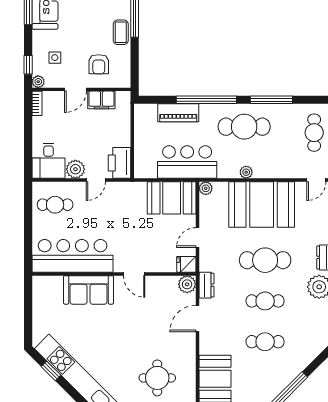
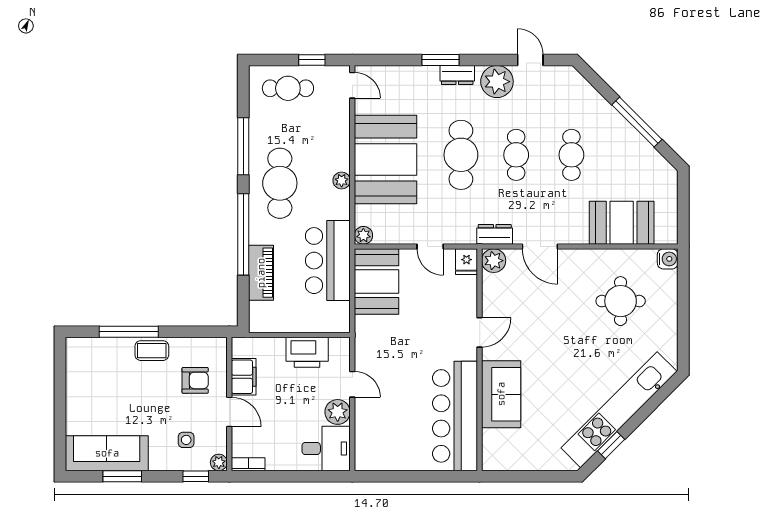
printer: (119, 163) -> (307, 352), moved
cafe table: (55, 205) -> (386, 440), removed

